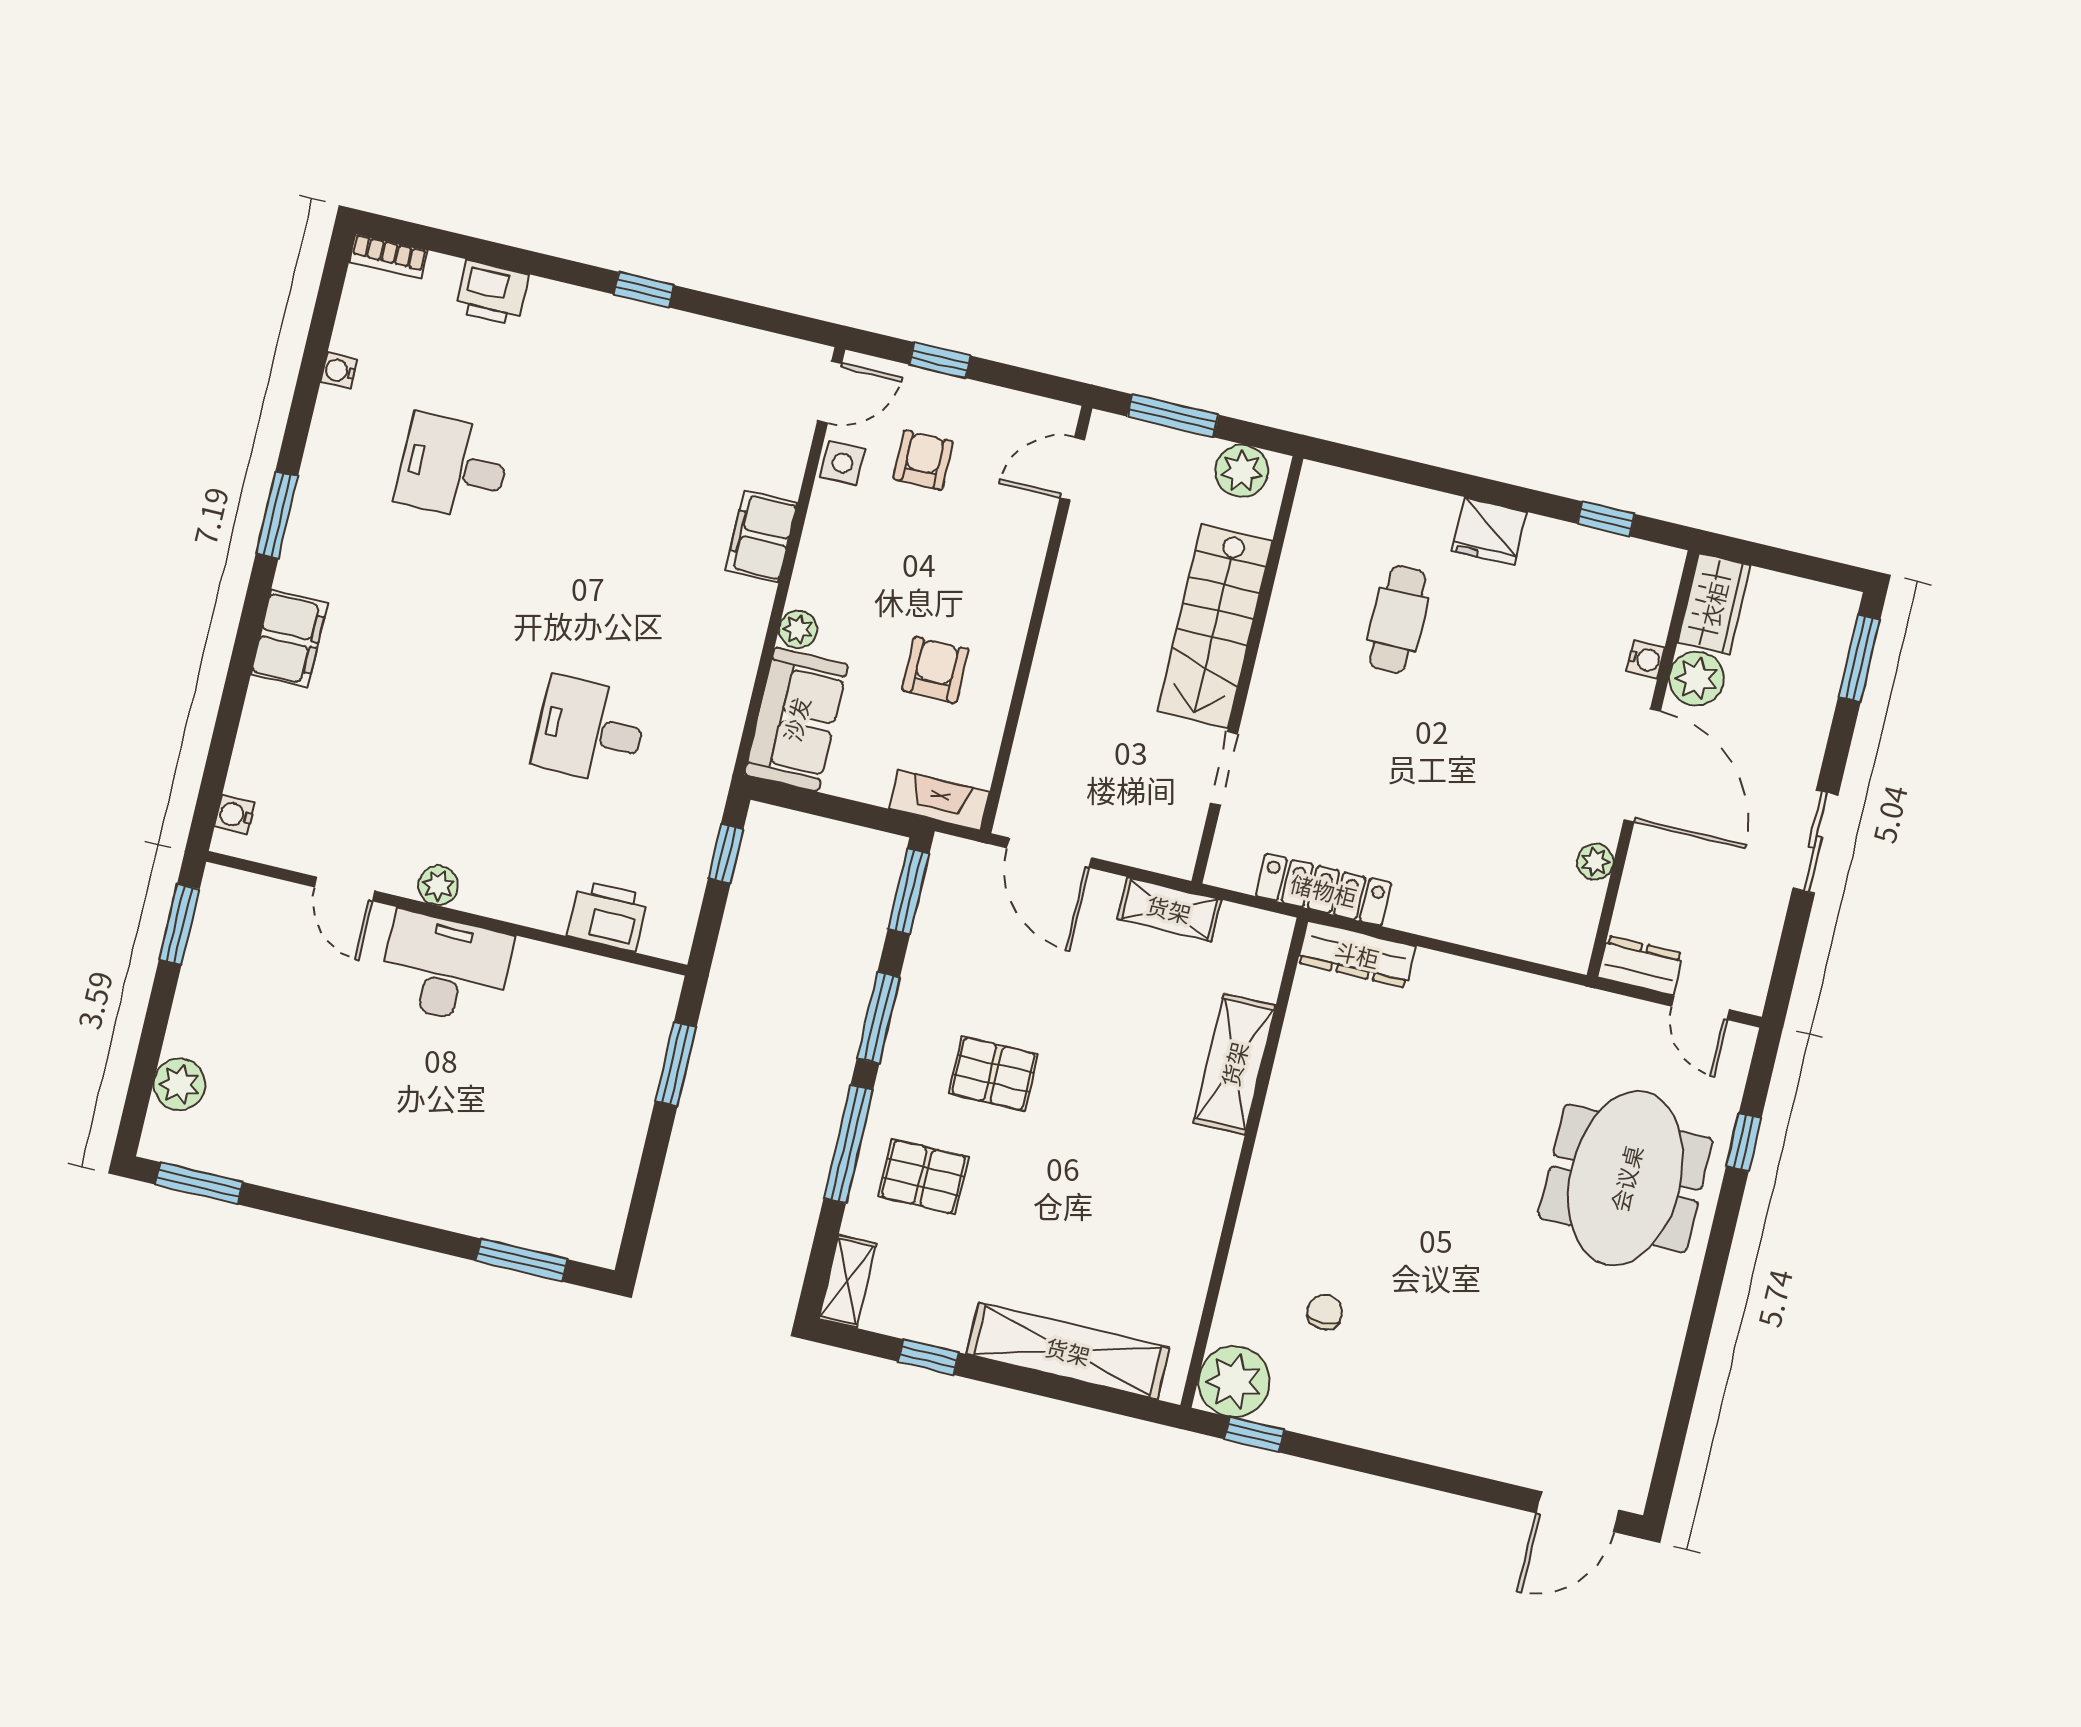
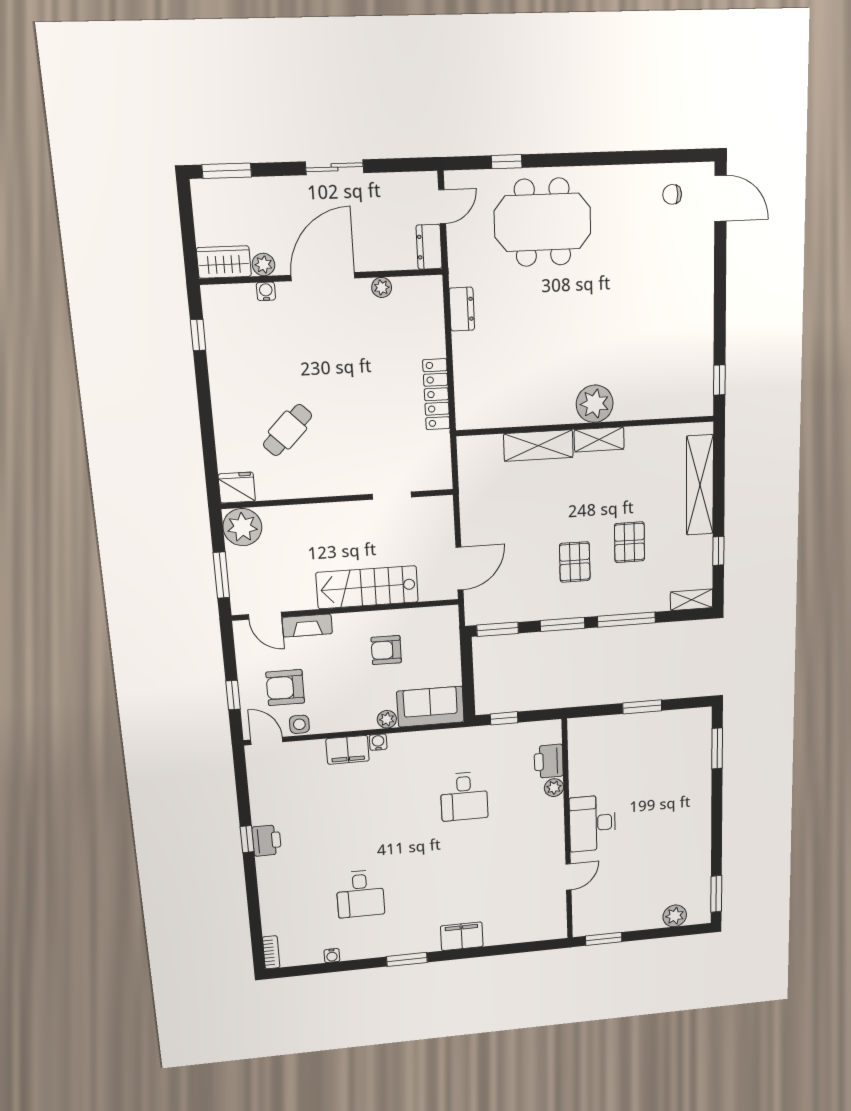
printer: (492, 293) -> (267, 840), moved
armchair: (923, 460) -> (285, 688), width x1.38, depth x1.38
plant: (1242, 471) -> (242, 527), width x1.36, depth x1.36
fridge: (1489, 531) -> (237, 488), moved, turned -90
cafe table: (1398, 619) -> (288, 430), turned -45
stairs: (1215, 626) -> (367, 587), moved, turned 180
plant: (1697, 679) -> (263, 265), width x0.73, depth x0.73
fireplace: (939, 800) -> (307, 626), moved, turned -90
water cooler: (234, 815) -> (378, 742), moved, turned 180
plant: (438, 885) -> (554, 788), moved
locker: (1324, 890) -> (436, 394), moved
shelving: (1169, 909) -> (599, 439), moved, turned 90
dresser: (1357, 954) -> (462, 309), moved, width x0.70
window: (676, 1064) -> (642, 707), moved
pallet: (924, 1177) -> (629, 542), moved
chair: (1325, 1312) -> (672, 194), moved
plant: (1234, 1381) -> (595, 404), moved

